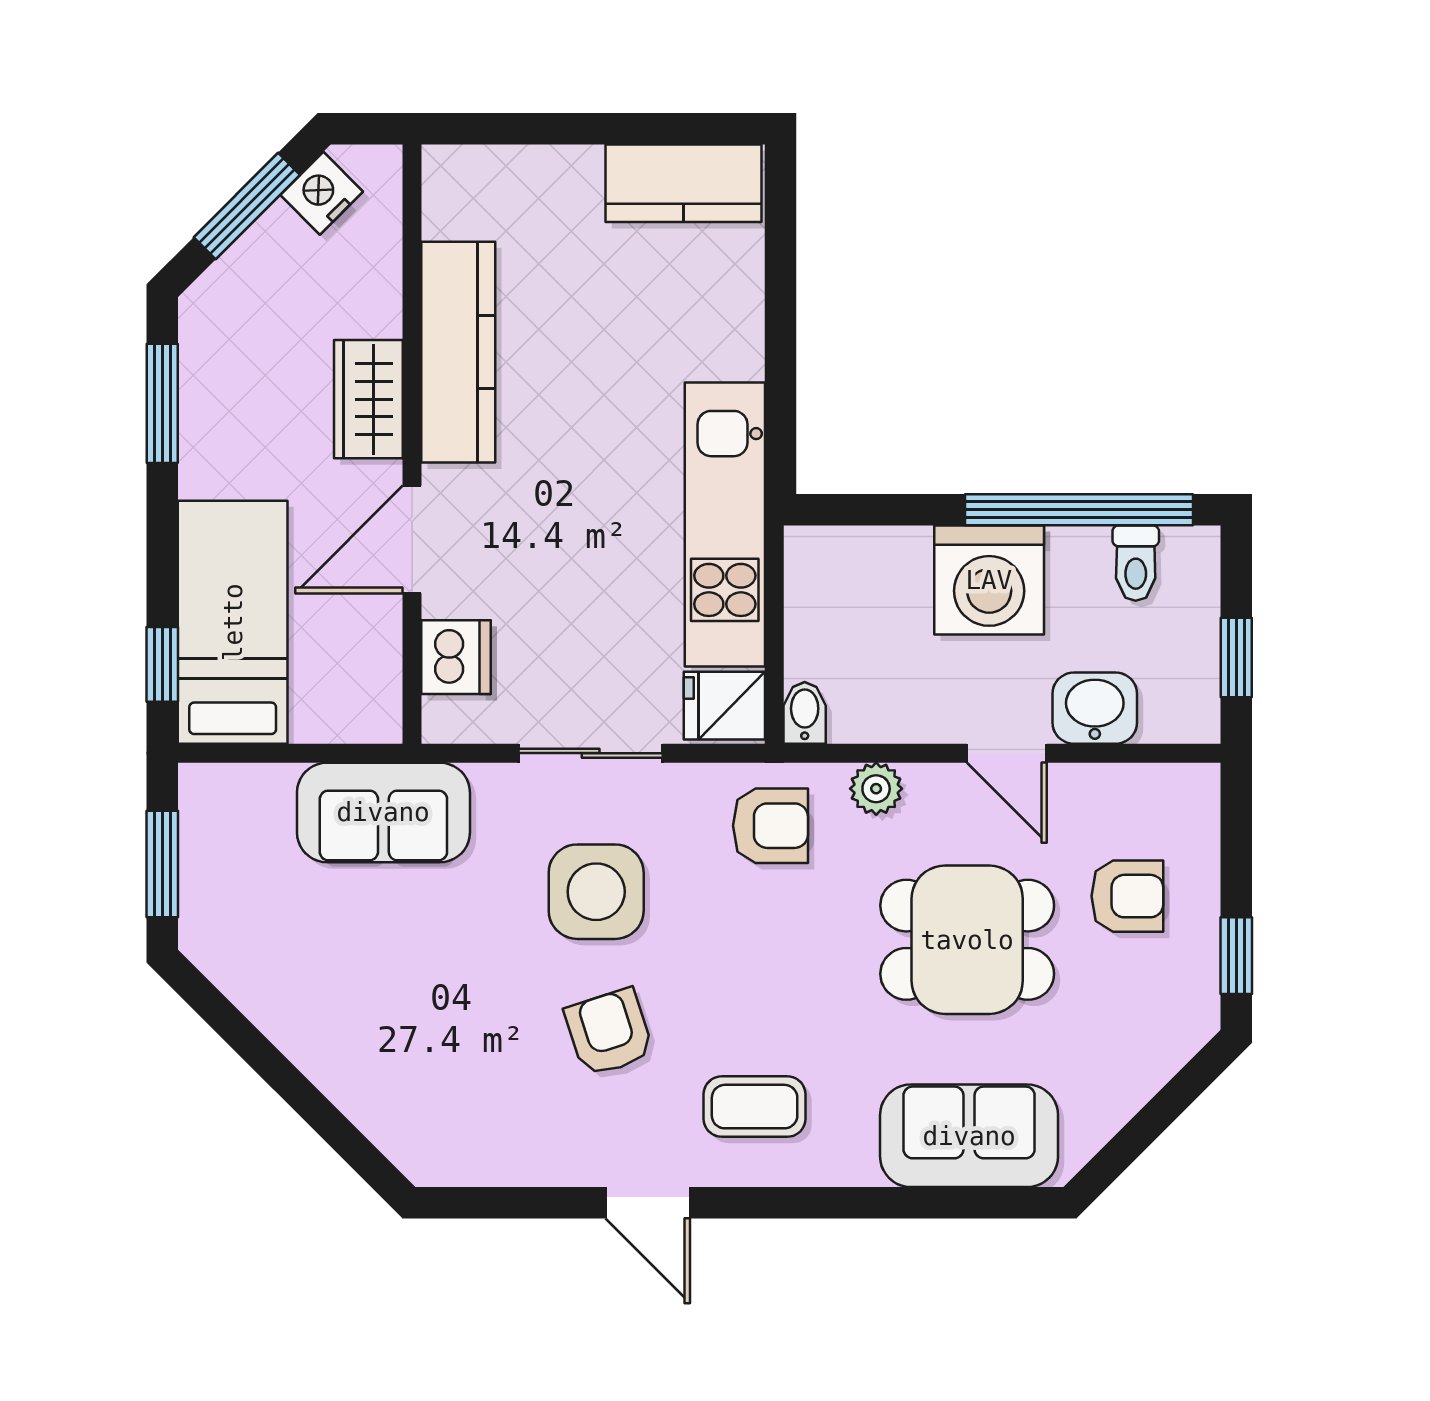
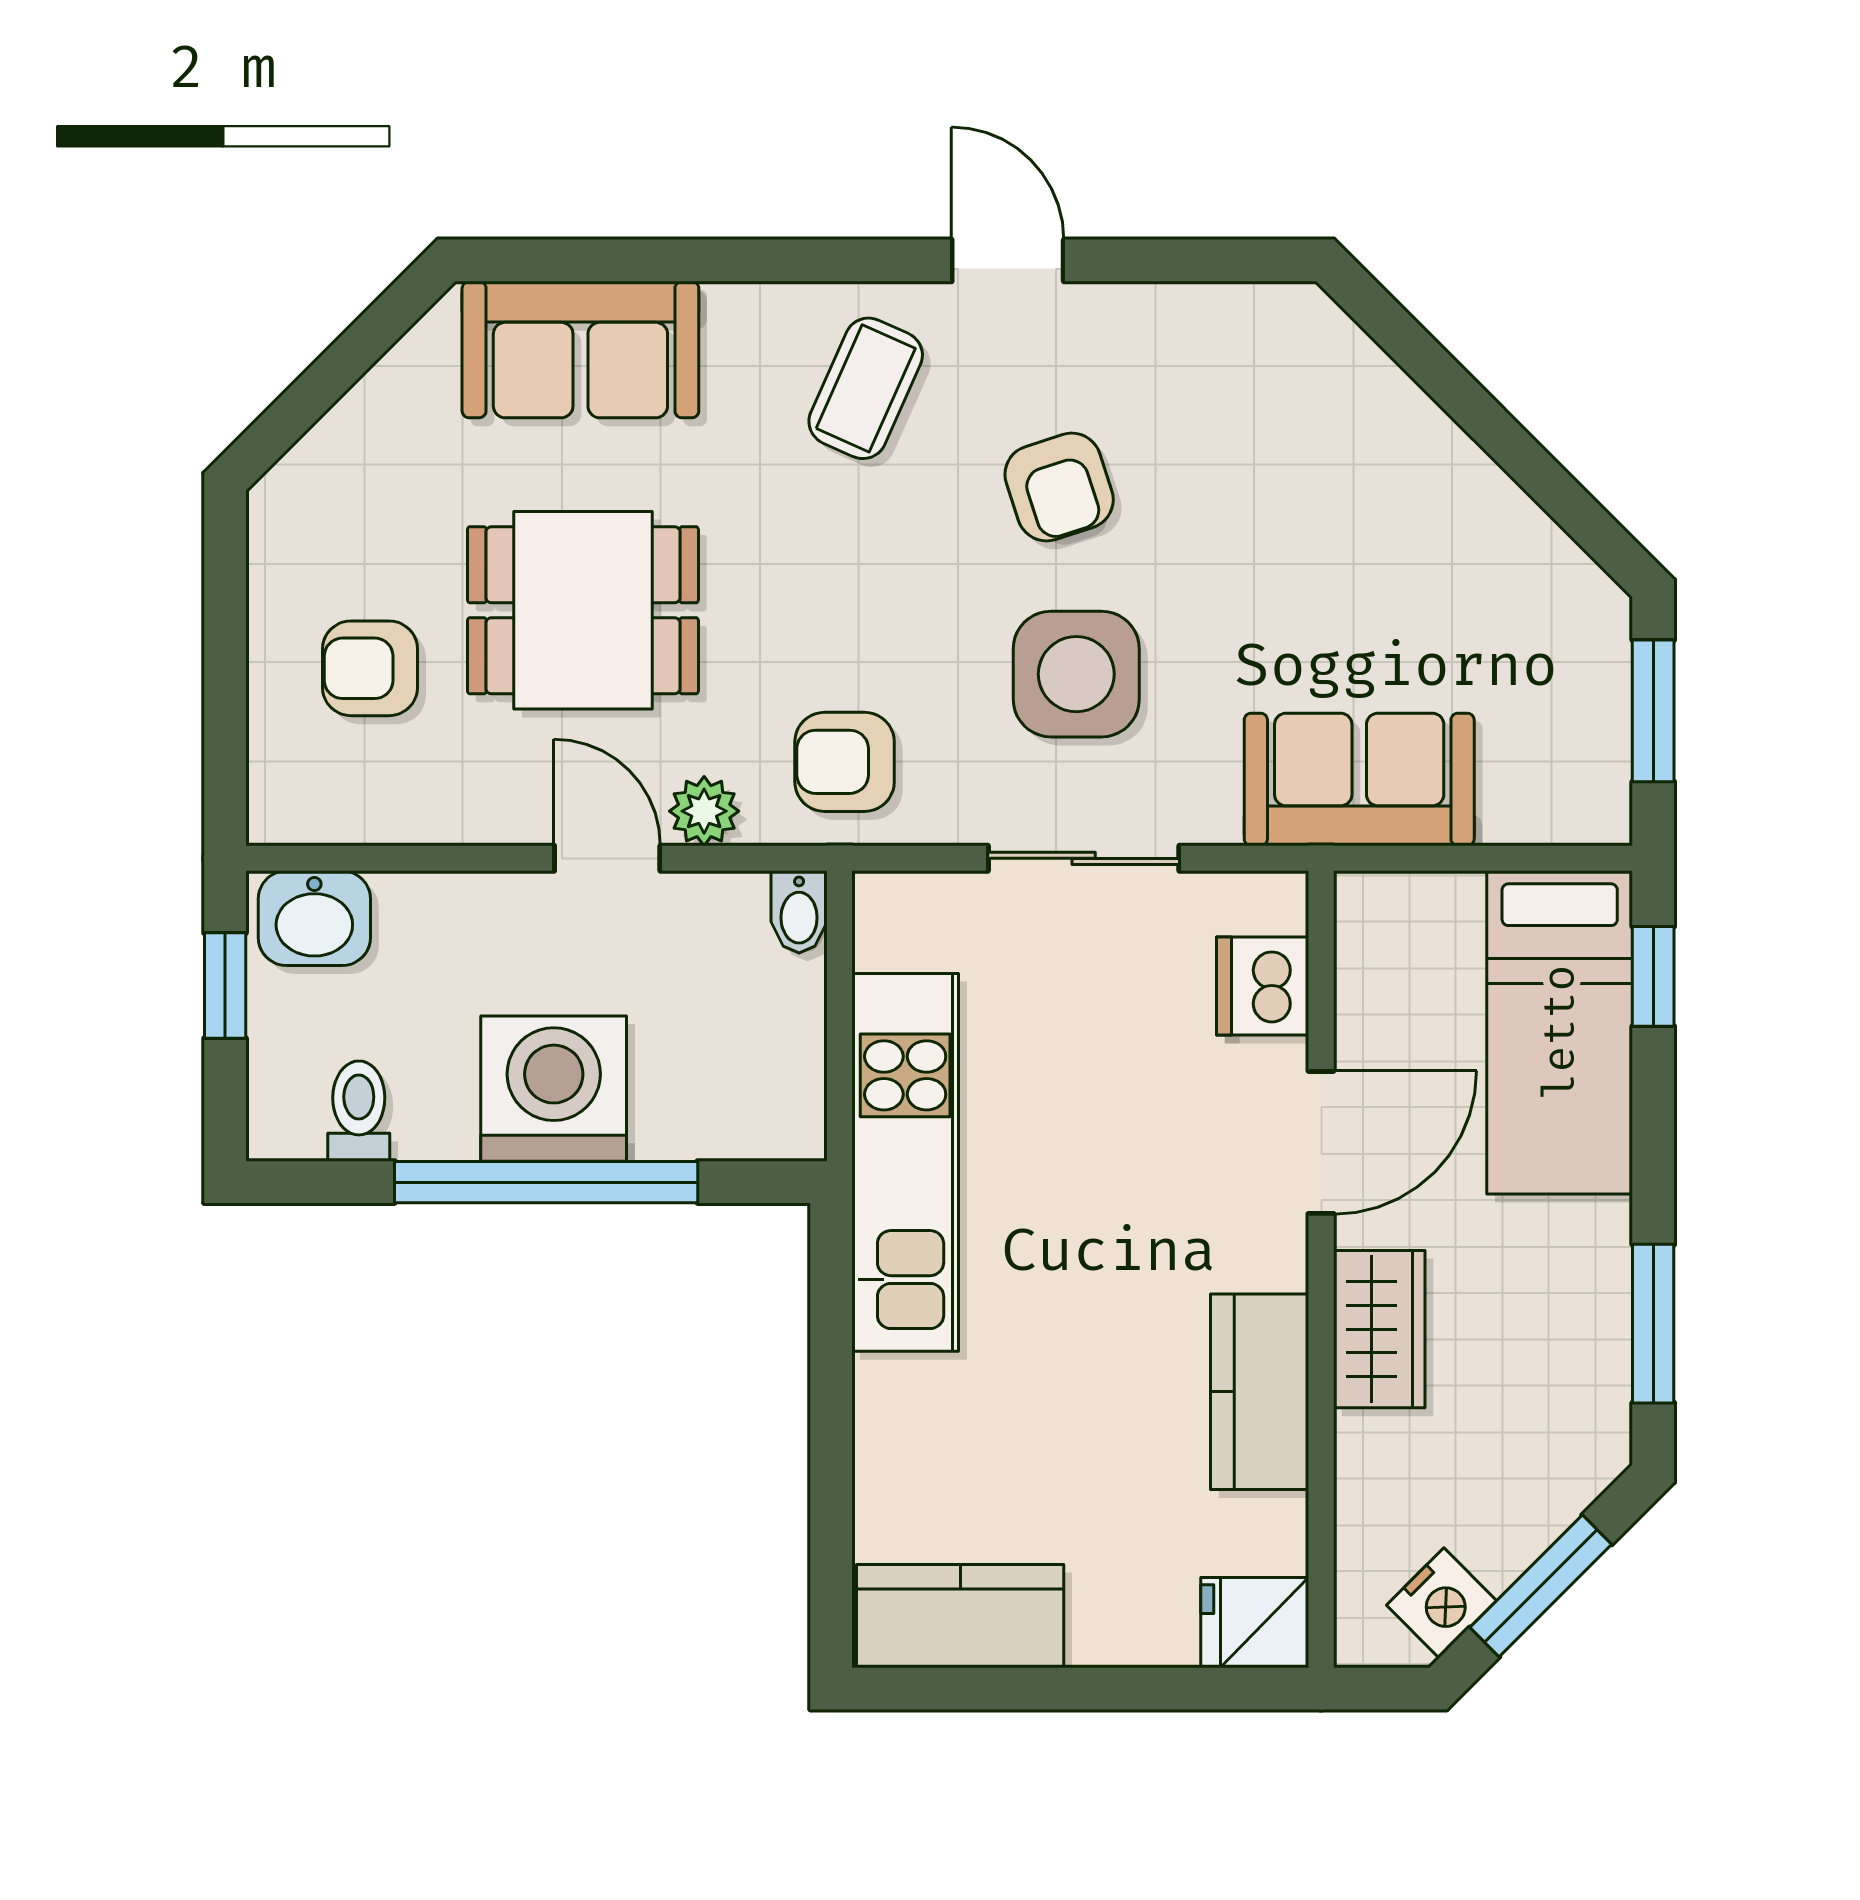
kitchen counter: (458, 352) -> (1260, 1392), width x0.67
window: (1079, 510) -> (546, 1182), moved
fridge: (724, 706) -> (1255, 1623), moved, turned 180
washbasin: (1095, 708) -> (314, 918), moved
door: (1007, 753) -> (607, 858), moved
window: (1236, 956) -> (225, 589), removed
coffee table: (755, 1107) -> (866, 388), turned -66

